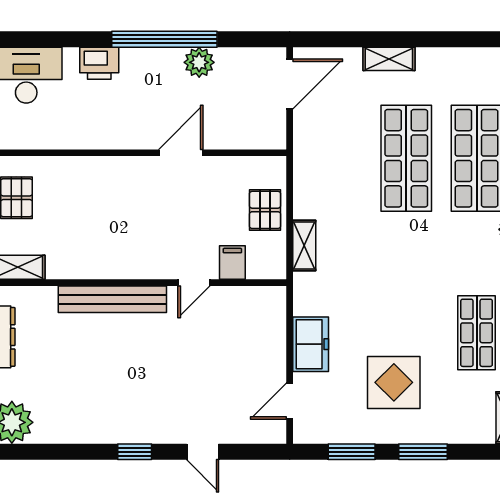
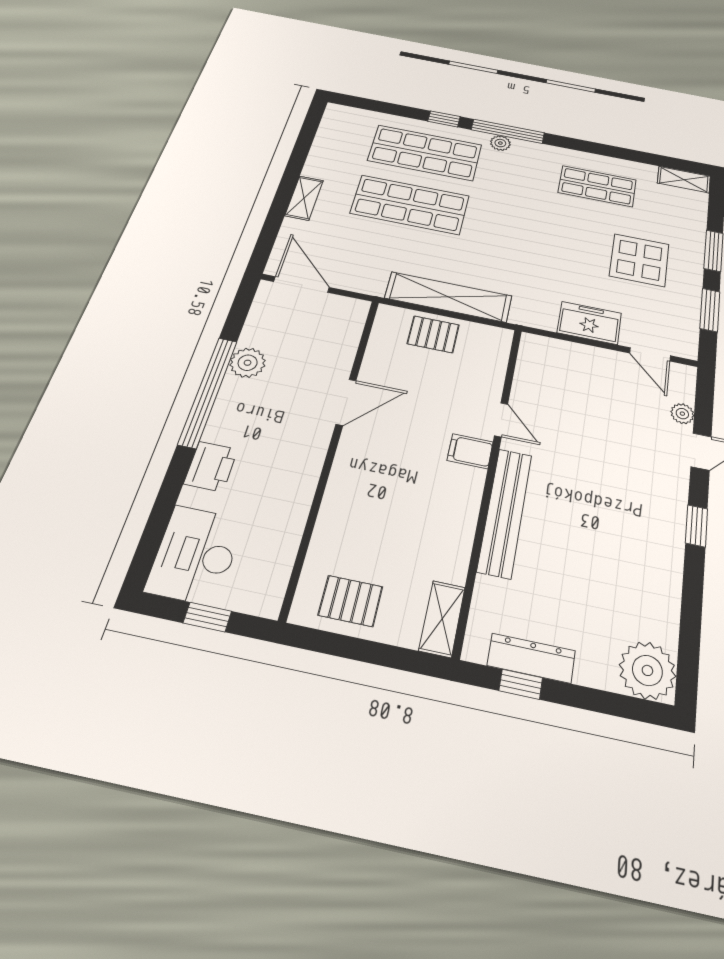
door: (181, 153) -> (346, 402), swing flipped
shelving: (304, 246) -> (448, 297), width x2.20, depth x1.33
filing cabinet: (232, 262) -> (470, 451), moved
plant: (236, 434) -> (682, 414), added

